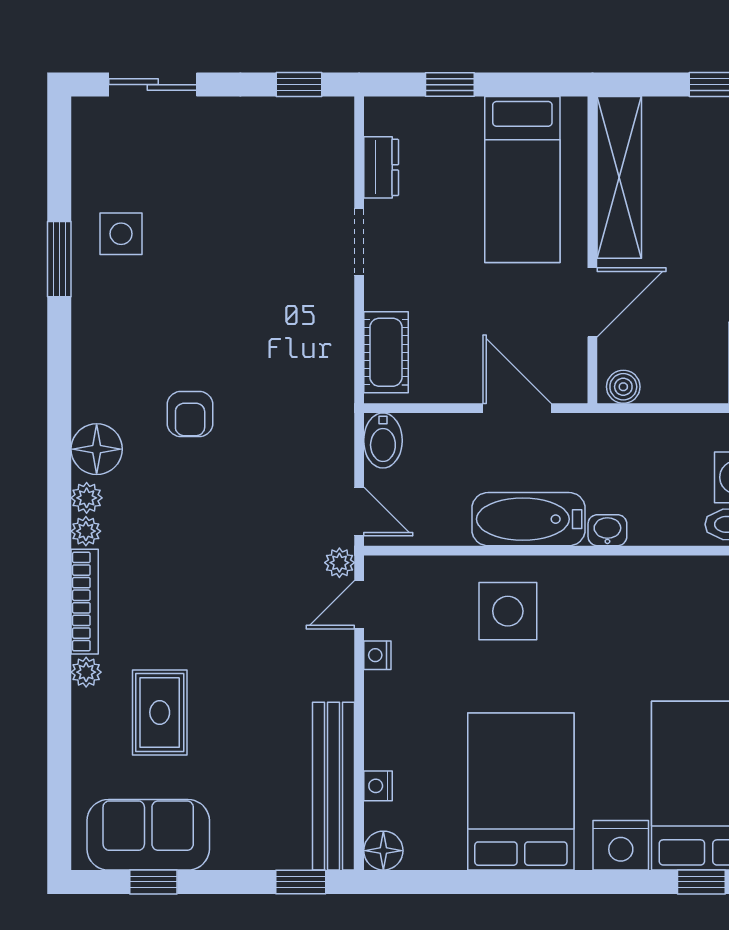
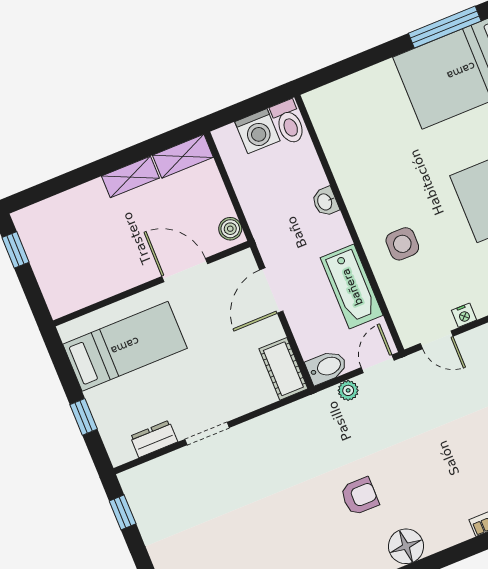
shelving: (619, 177) -> (99, 285), removed
cot: (386, 352) -> (283, 369), moved, turned 90
plant: (87, 498) -> (439, 540), removed
bathtub: (528, 519) -> (352, 287), moved
plant: (86, 531) -> (461, 532), removed
plant: (339, 563) -> (348, 390), moved
side table: (508, 611) -> (402, 244), width x0.73, depth x0.73

